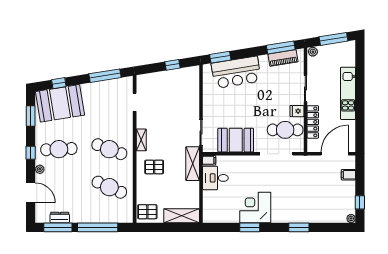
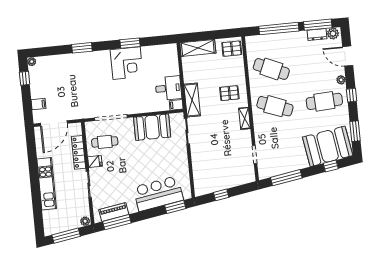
cafe table: (285, 130) -> (105, 142), width x0.73, depth x0.74
plant: (43, 217) -> (333, 34), added

